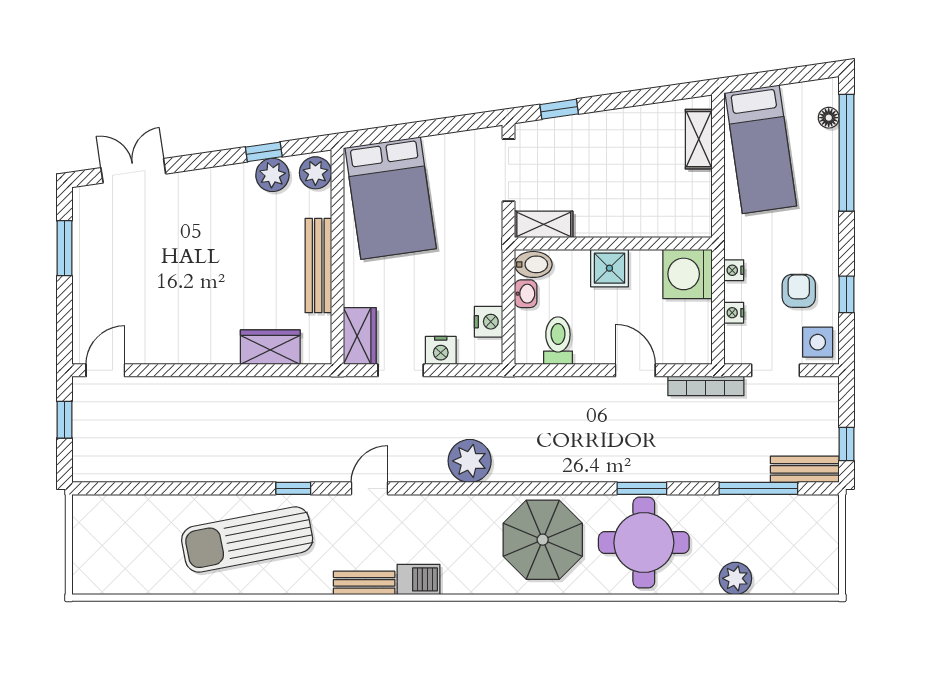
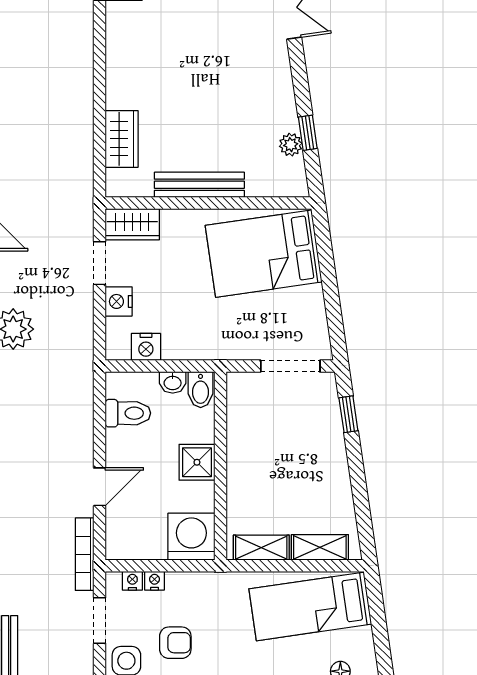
plant: (315, 173) -> (288, 182), removed
plant: (272, 175) -> (291, 145), width x0.73, depth x0.73
shelving: (544, 224) -> (261, 548), moved, turned 90
nightstand: (734, 270) -> (132, 581), moved

